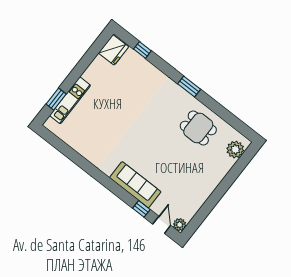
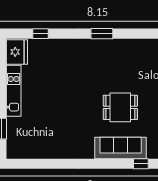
kitchen unit: (70, 100) -> (14, 91), moved
dining table: (198, 128) -> (120, 107), moved

